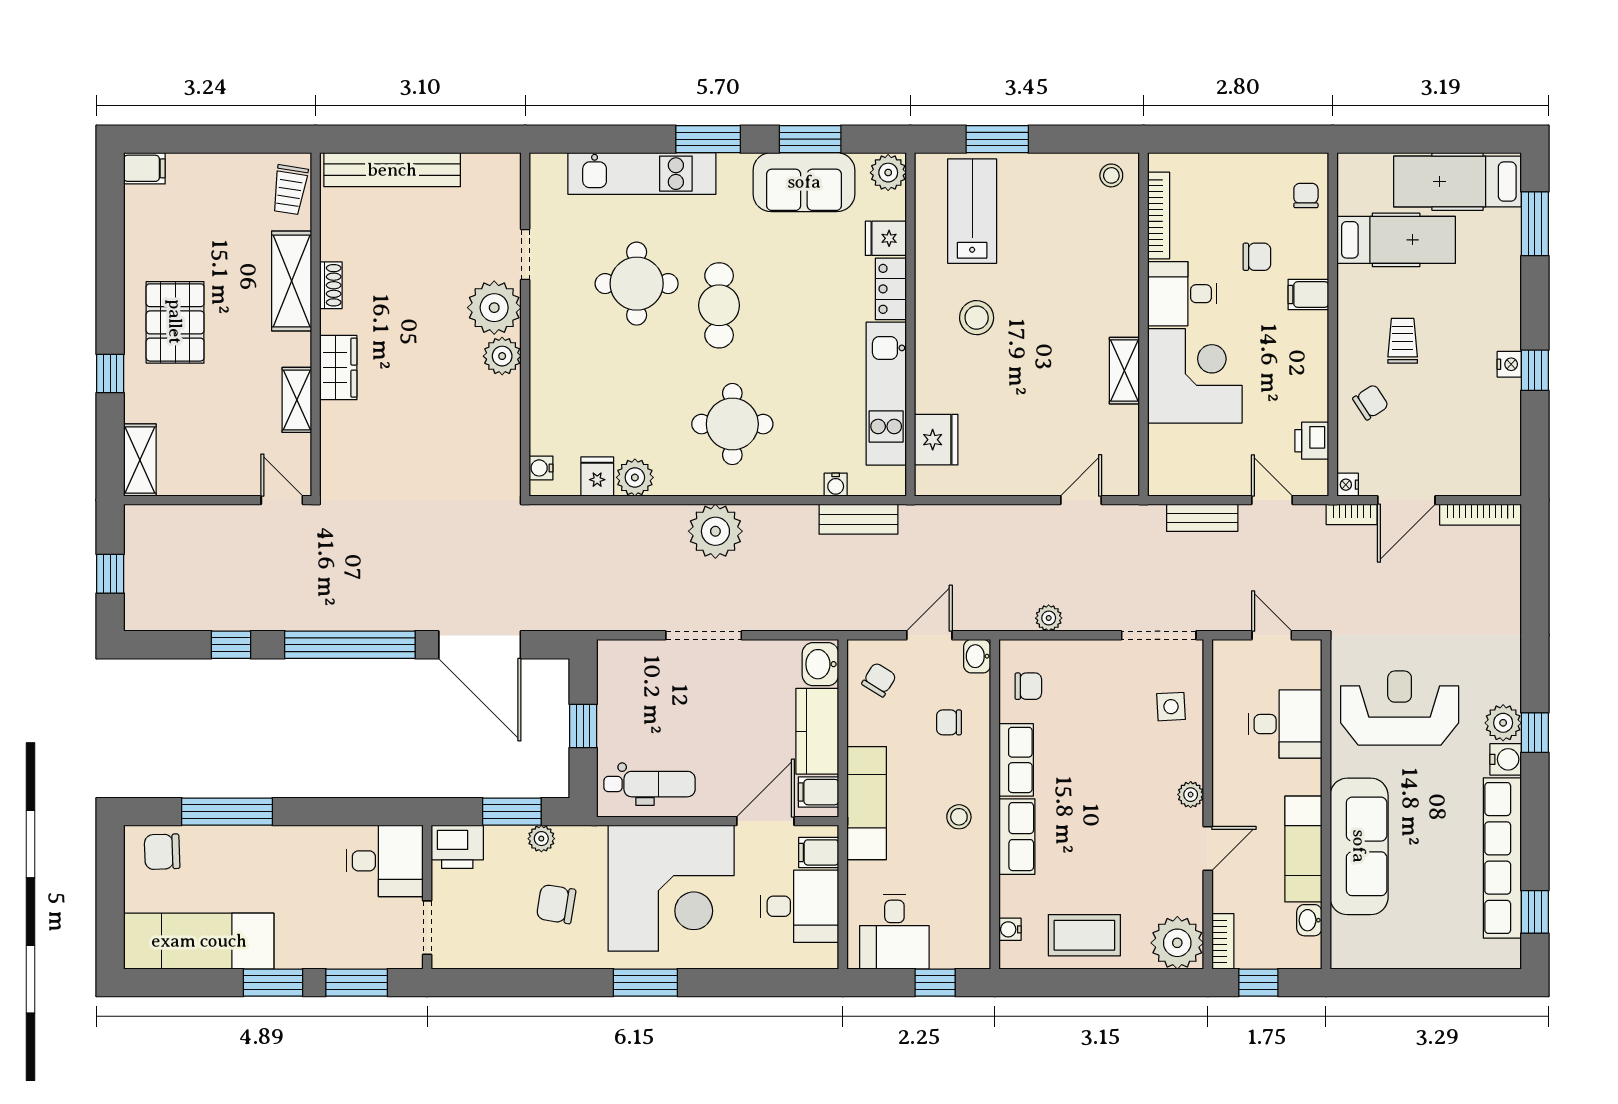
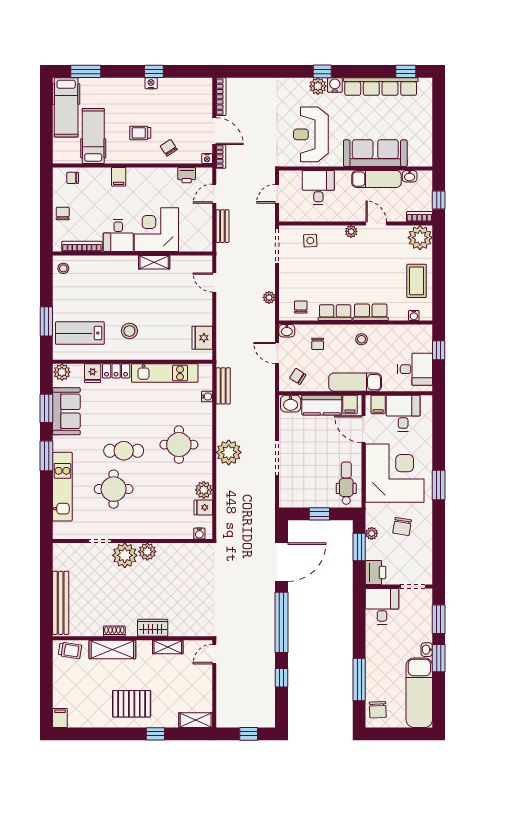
chair: (1257, 257) -> (63, 213), moved
fridge: (936, 440) -> (202, 338), moved, turned -90
washbasin: (291, 957) -> (427, 650), added

